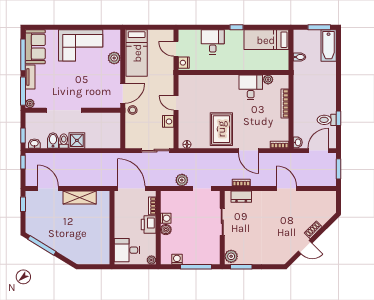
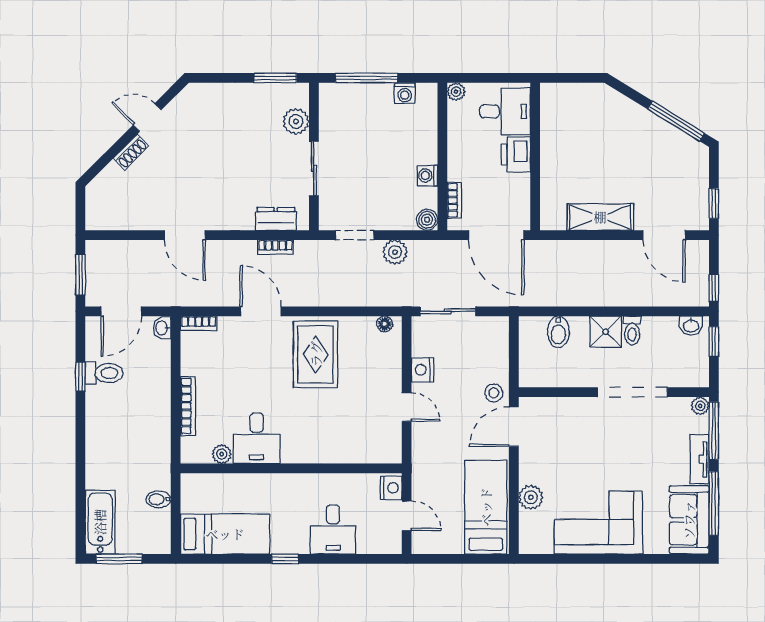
bidet: (53, 140) -> (558, 332), moved
printer: (149, 225) -> (516, 154), moved, turned 180
boiler: (166, 230) -> (427, 220), moved
plant: (231, 256) -> (296, 121), moved

